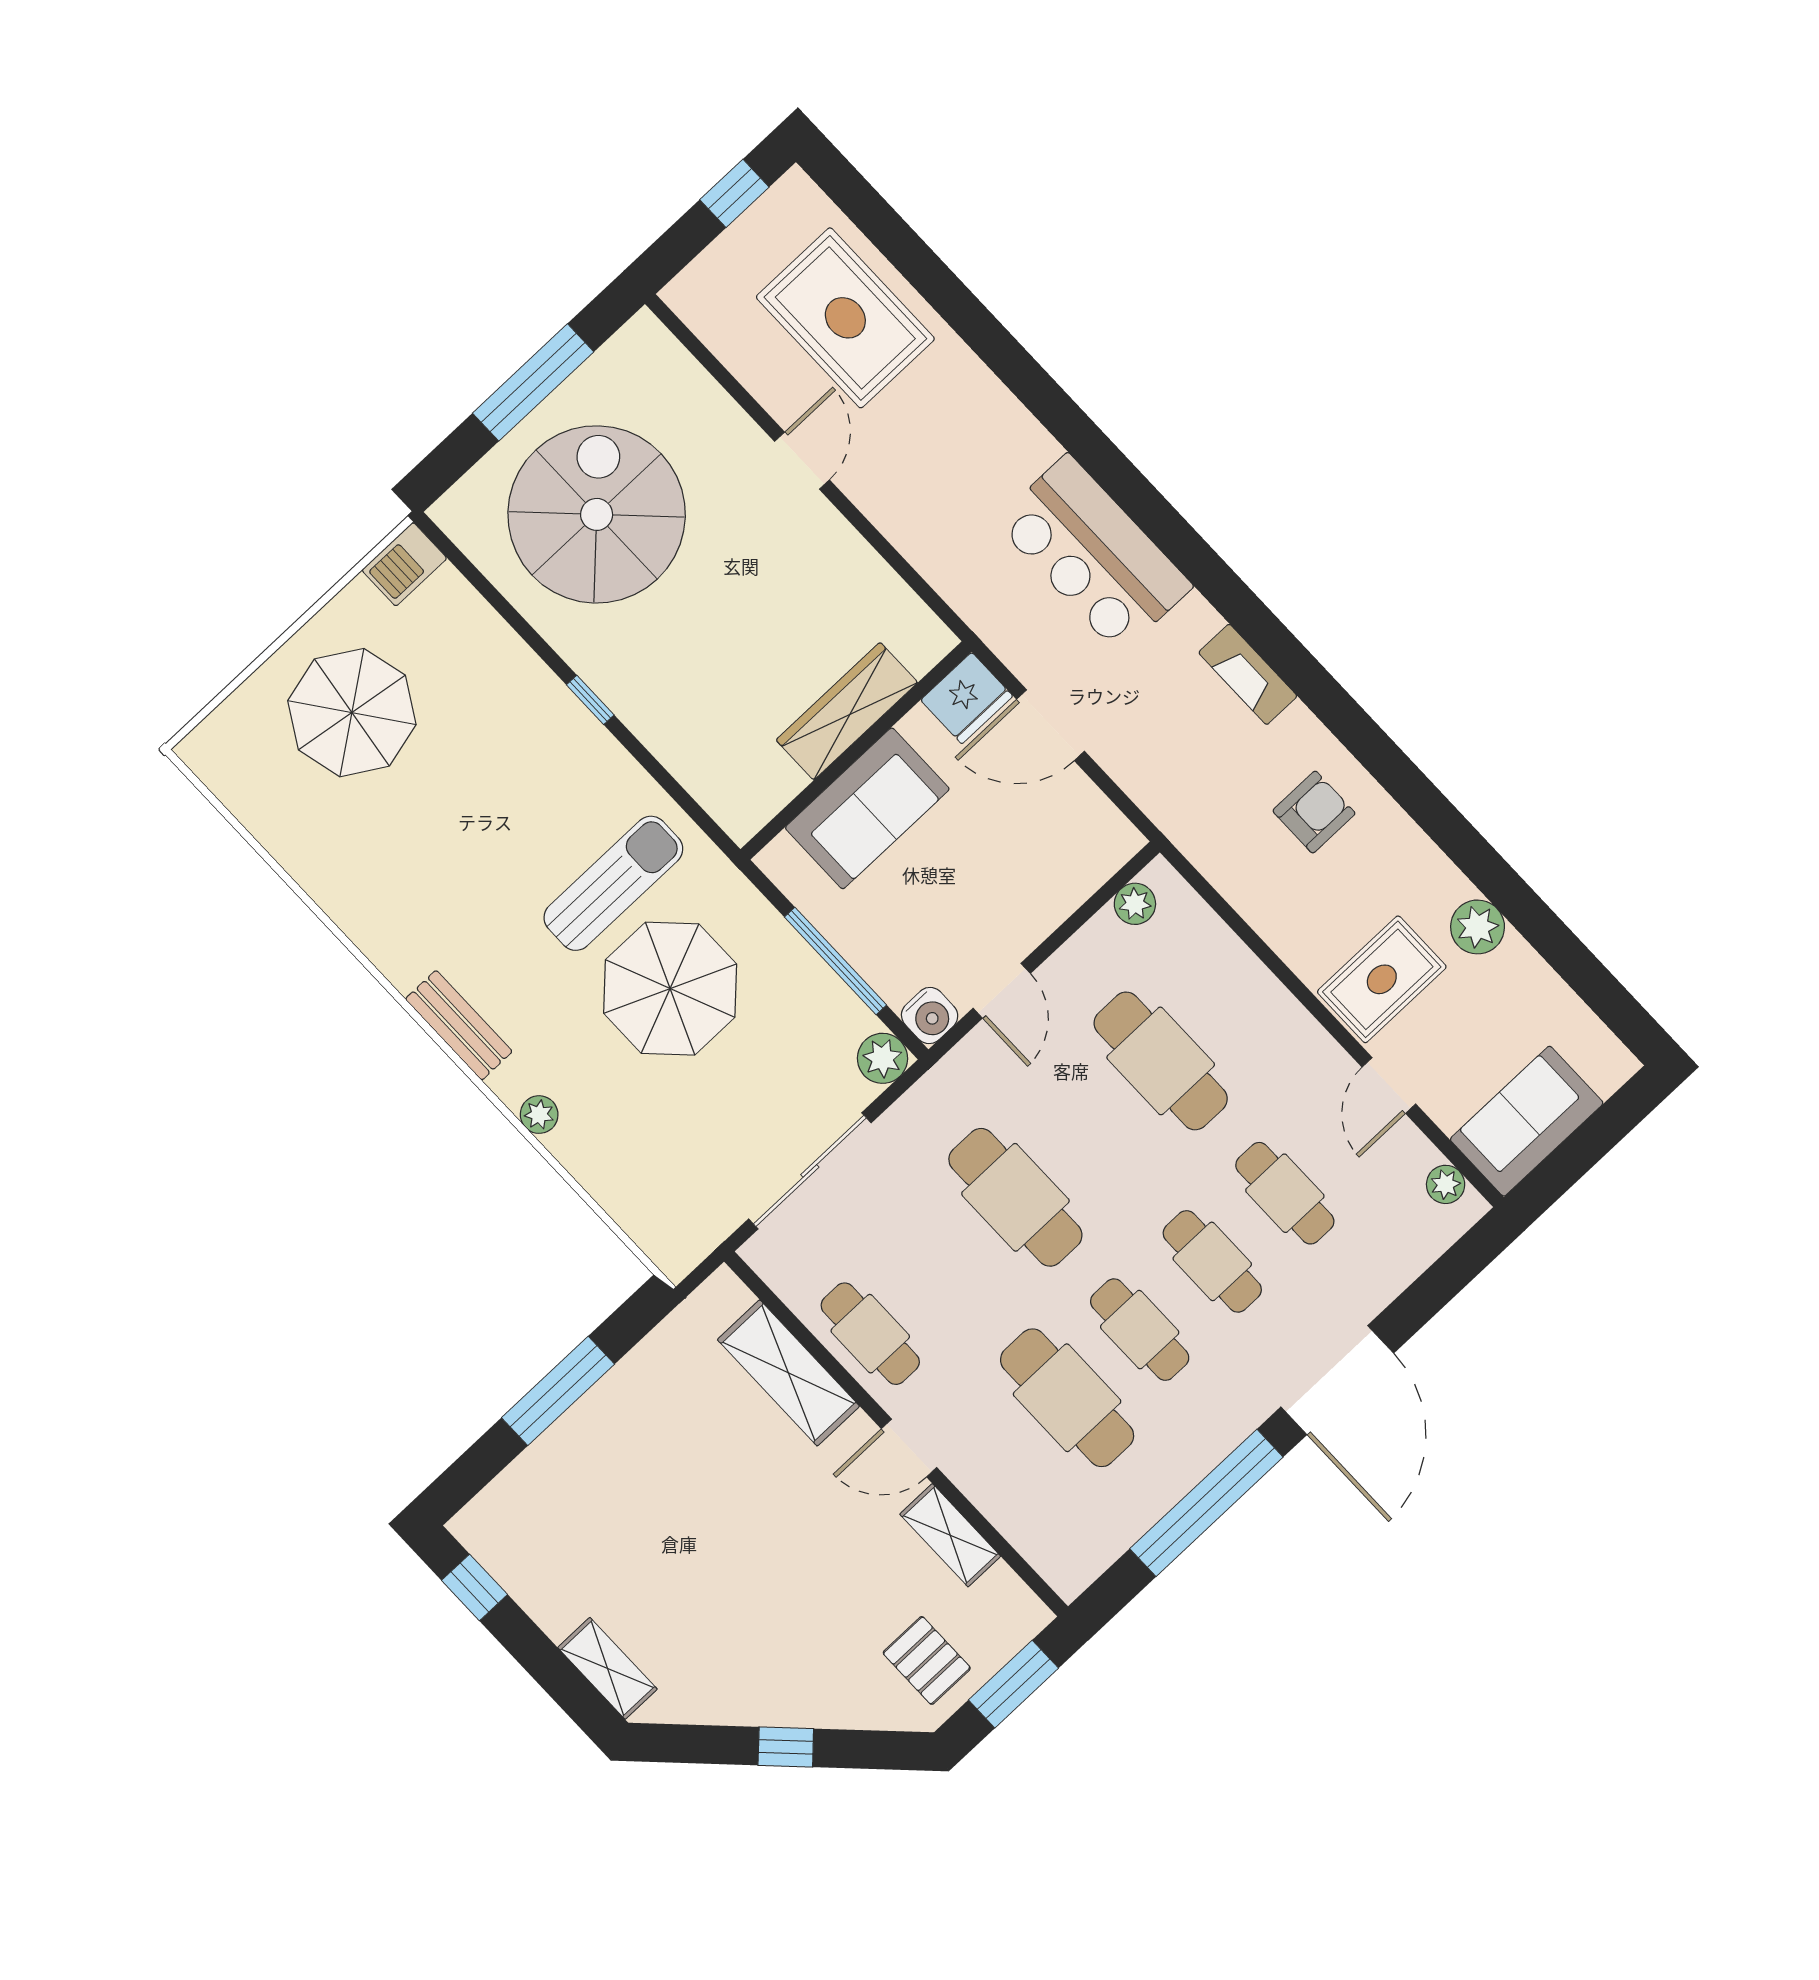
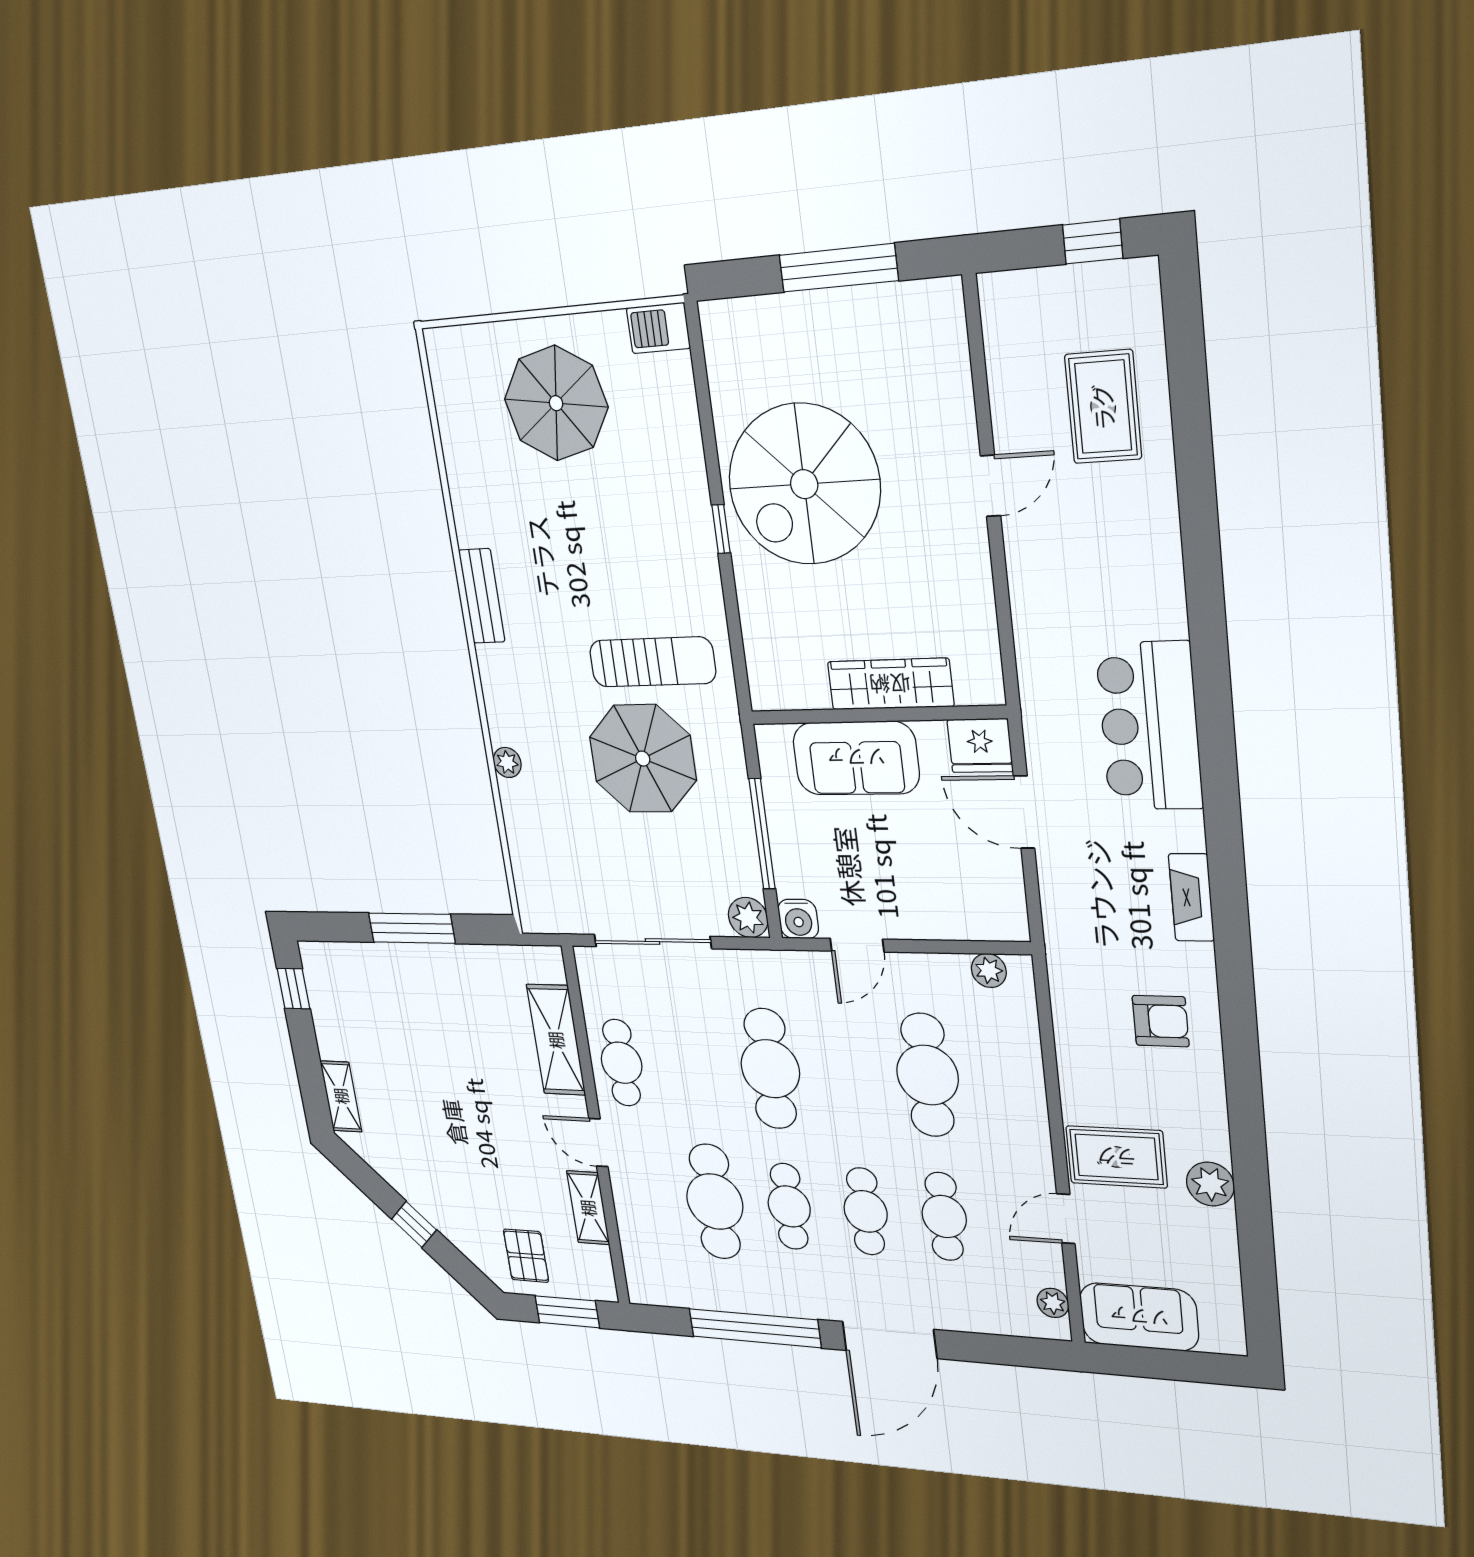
rug: (845, 318) -> (1103, 407), width x0.73, depth x0.70
spiral stairs: (597, 514) -> (804, 484), moved, turned 180
bench: (459, 1025) -> (482, 596), moved

